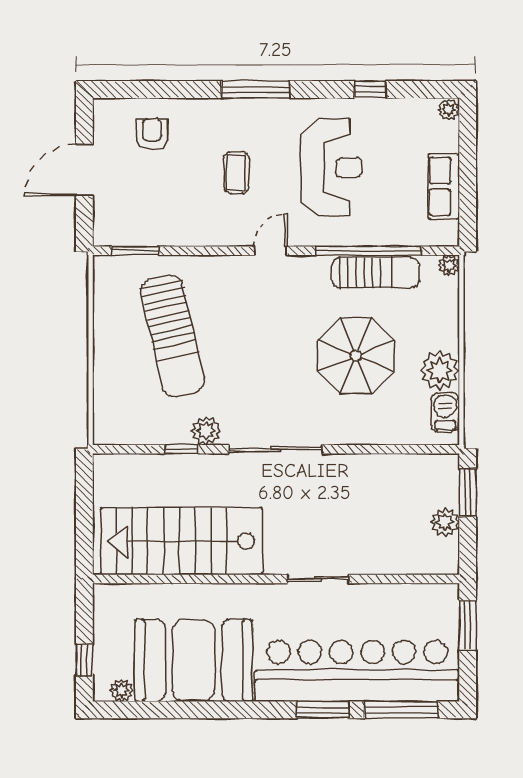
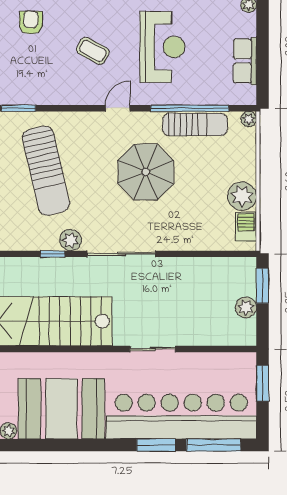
coffee table: (236, 173) -> (93, 51), turned -62
parasol: (356, 356) -> (146, 172), moved

